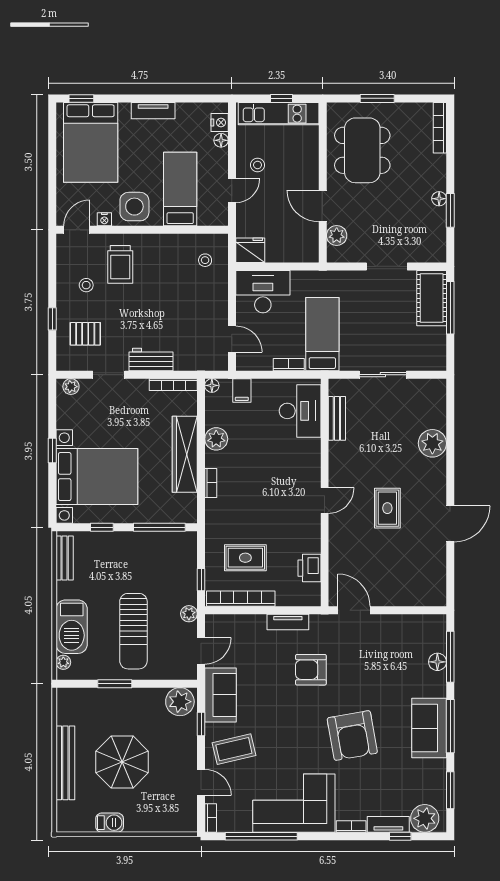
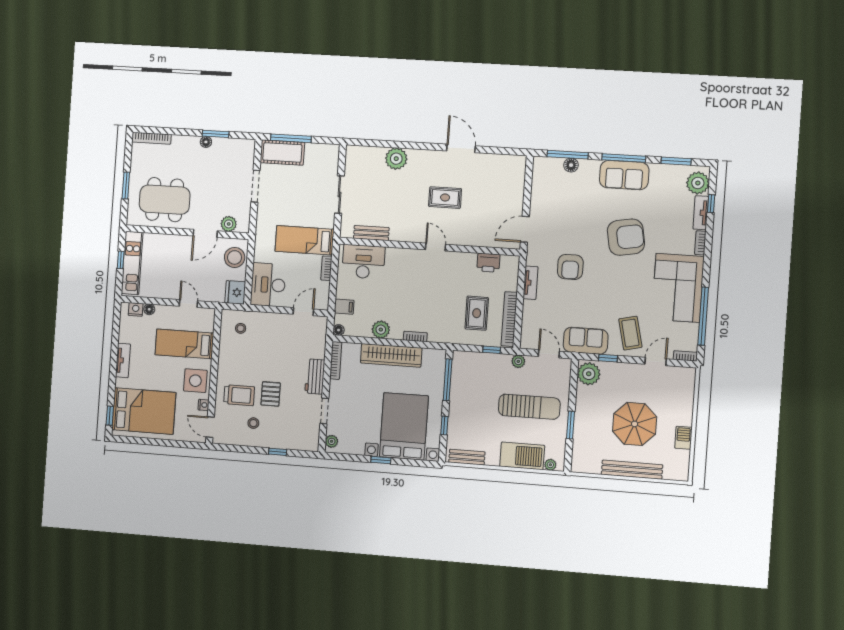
stool: (258, 165) -> (235, 257), moved, width x1.89, depth x1.89
pallet: (85, 334) -> (271, 394), moved

